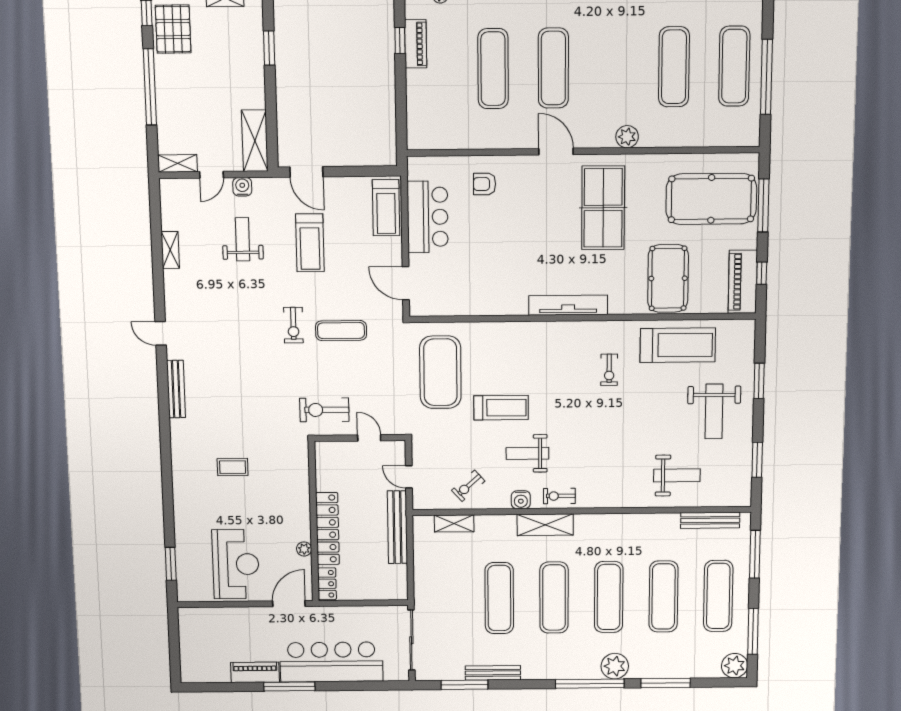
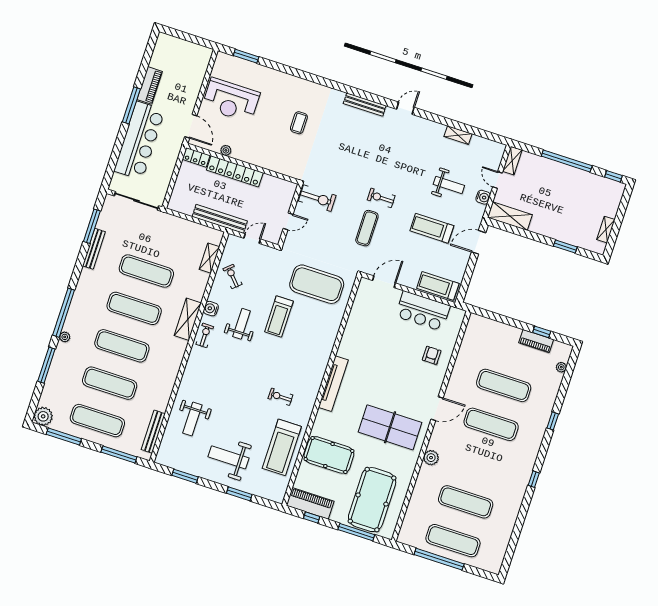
pallet: (173, 29) -> (598, 189), removed
exercise bike: (324, 410) -> (317, 198), turned 90
plant: (615, 666) -> (65, 337), width x0.53, depth x0.53

